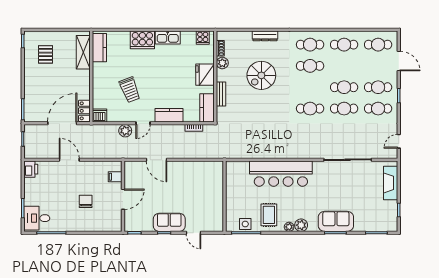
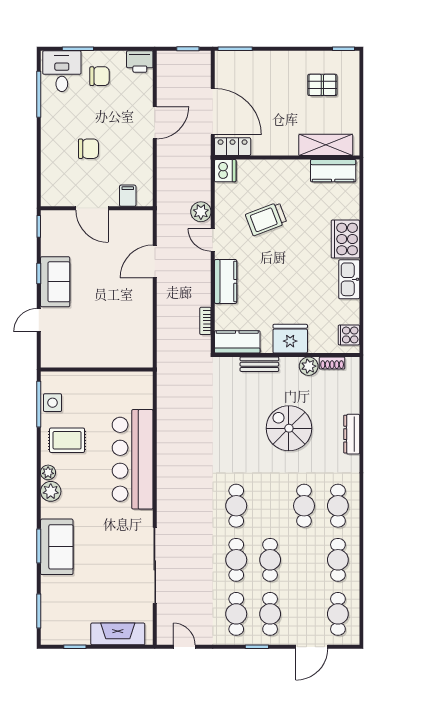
chair: (40, 194) -> (100, 76), added

